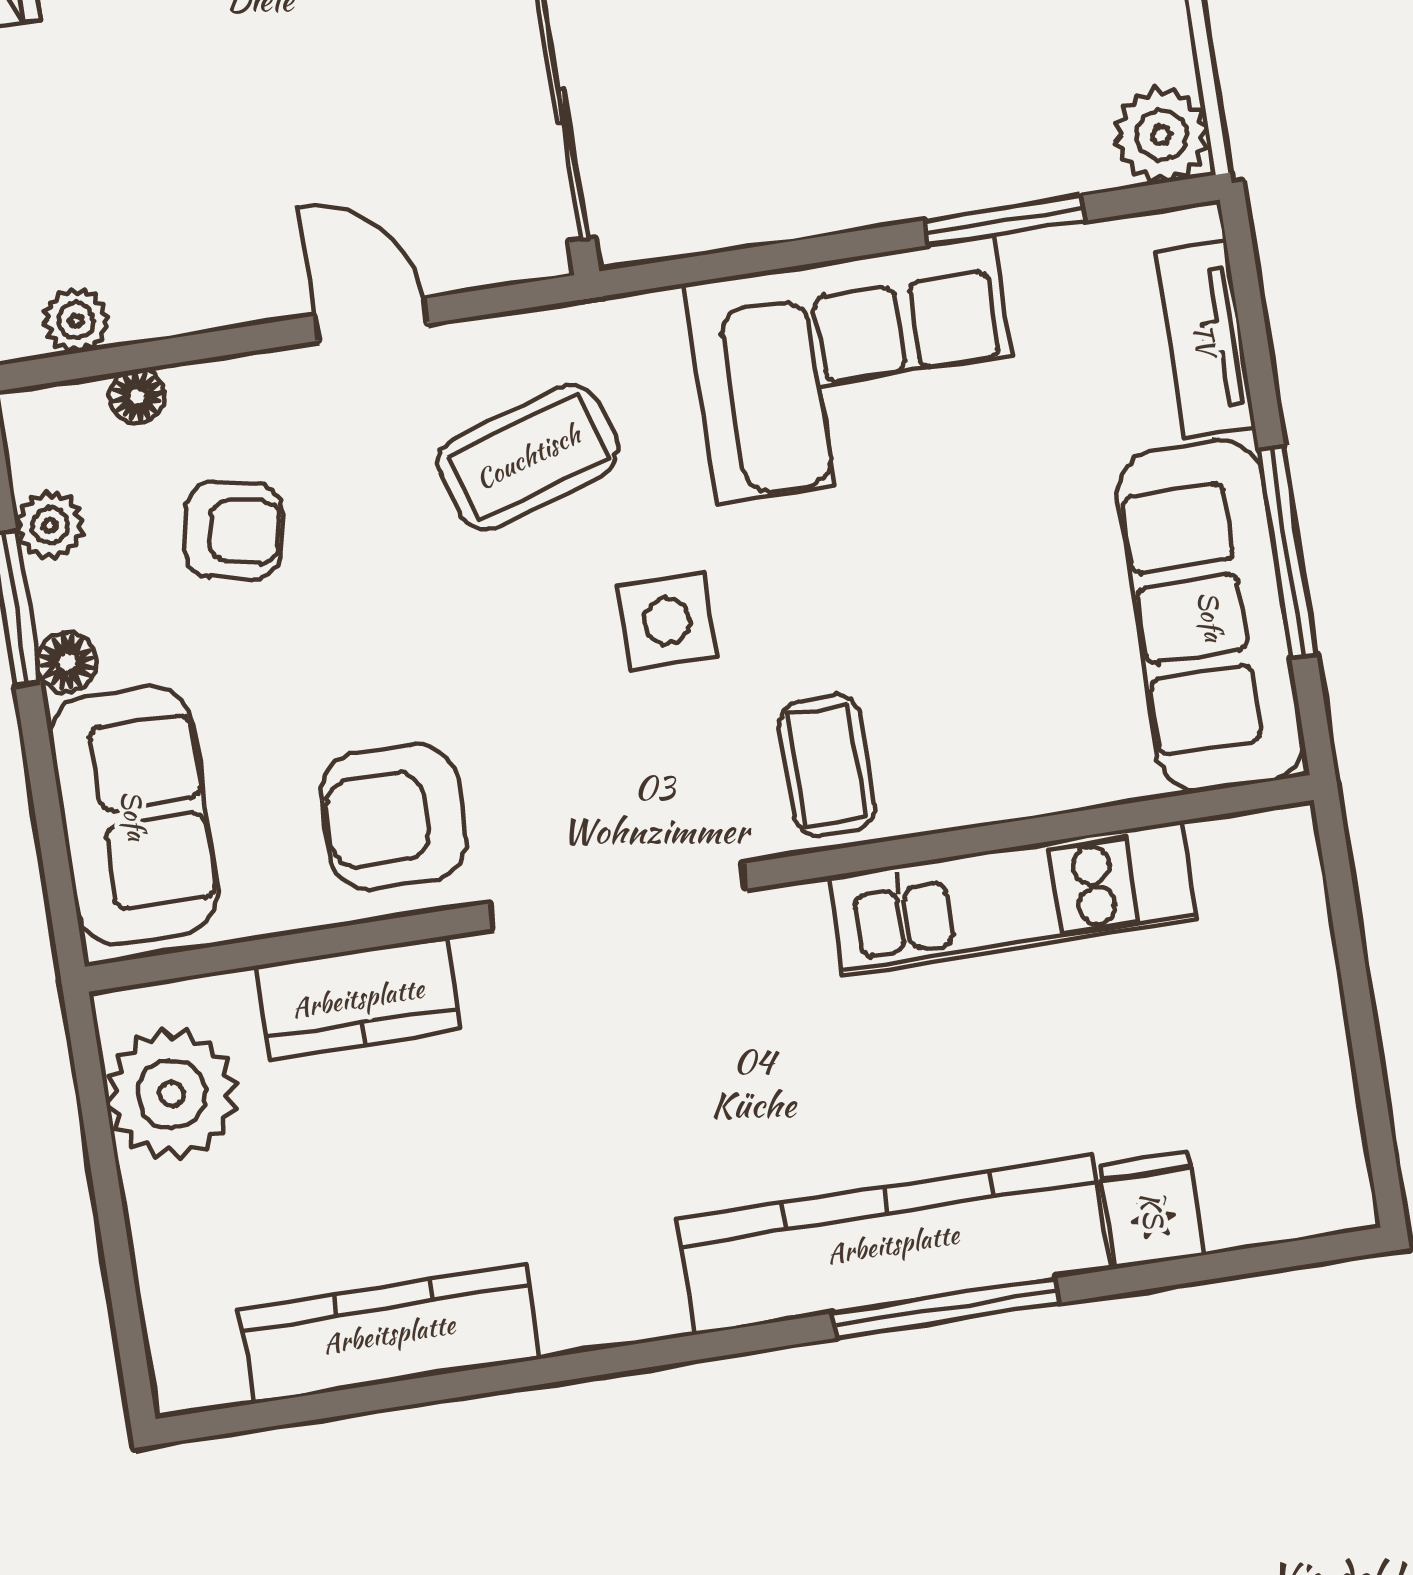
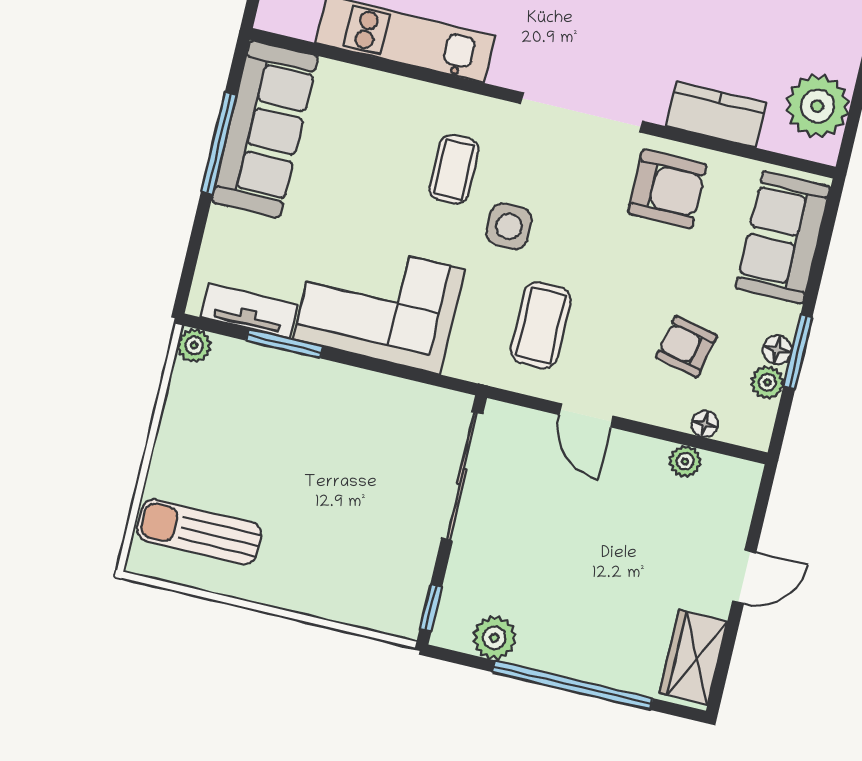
plant: (1161, 135) -> (194, 345), width x0.73, depth x0.73
plant: (76, 320) -> (685, 461), moved
tv unit: (1205, 339) -> (249, 311), moved, turned -90
coffee table: (528, 457) -> (541, 325), turned -73
floor lamp: (67, 662) -> (777, 350), moved
coffee table: (827, 766) -> (454, 169), moved

